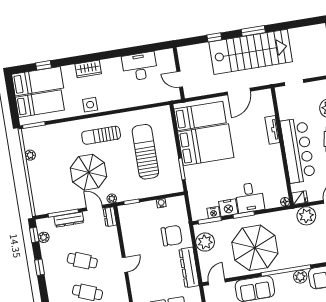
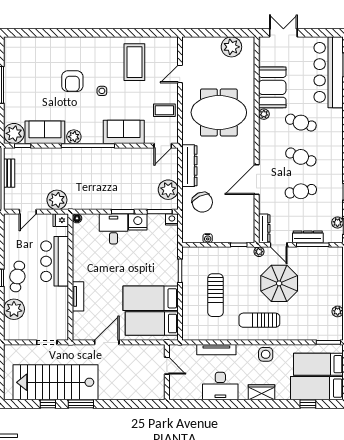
window: (214, 37) -> (48, 404), moved
stairs: (251, 52) -> (55, 382), moved
desk: (140, 66) -> (220, 386), moved
tv unit: (136, 101) -> (216, 350), added
sun lounger: (101, 135) -> (259, 320), turned 180
bed: (206, 145) -> (151, 298), width x0.67
bar counter: (298, 150) -> (55, 261), width x0.73
sun lounger: (145, 152) -> (215, 295), width x0.73, depth x0.75
nightstand: (213, 212) -> (172, 219), moved
dresser: (110, 217) -> (264, 228), width x1.44
chair: (172, 236) -> (202, 202), turned -116
parasol: (255, 248) -> (117, 175), removed
cafe table: (82, 261) -> (301, 191), turned -30
door: (125, 265) -> (257, 180), width x1.88

